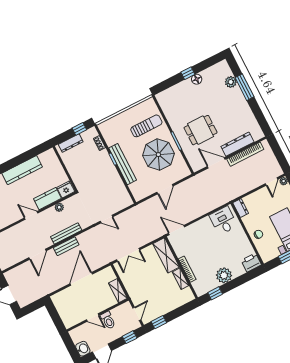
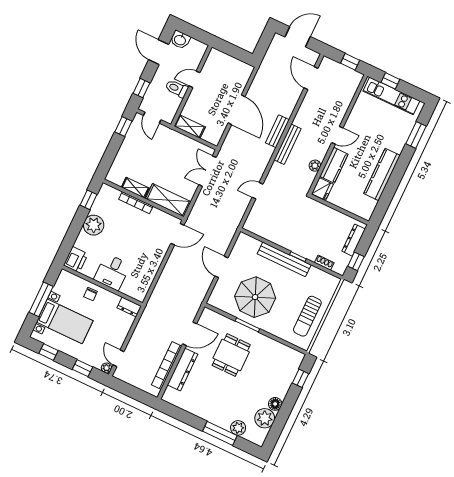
window: (188, 73) -> (300, 378), moved
plant: (210, 75) -> (265, 418), added
sun lounger: (146, 126) -> (307, 316), moved
desk: (223, 221) -> (112, 272), moved, turned 90
door: (38, 254) -> (311, 78), moved

